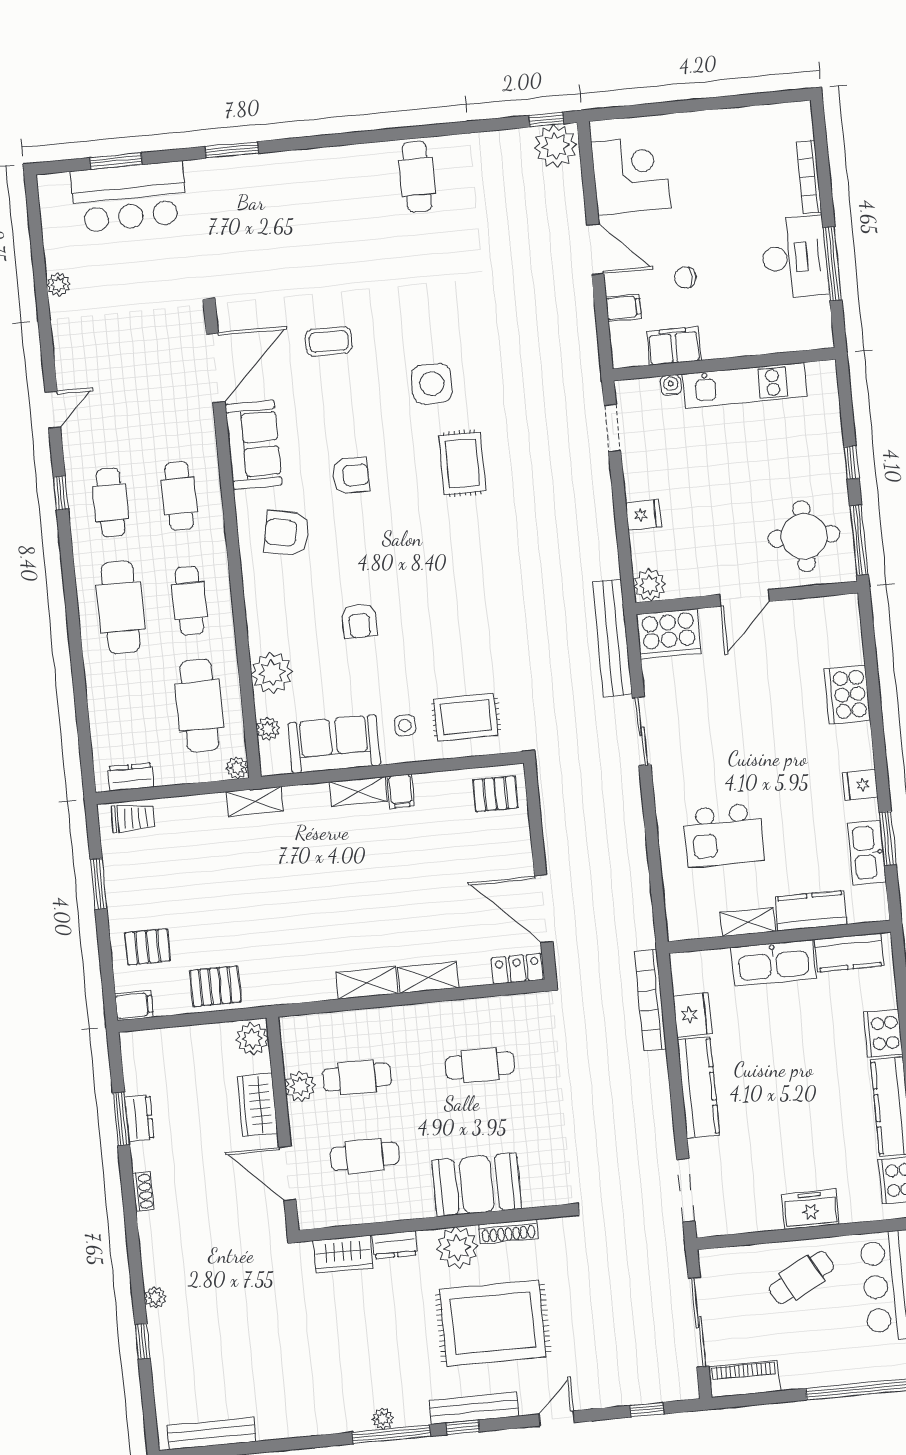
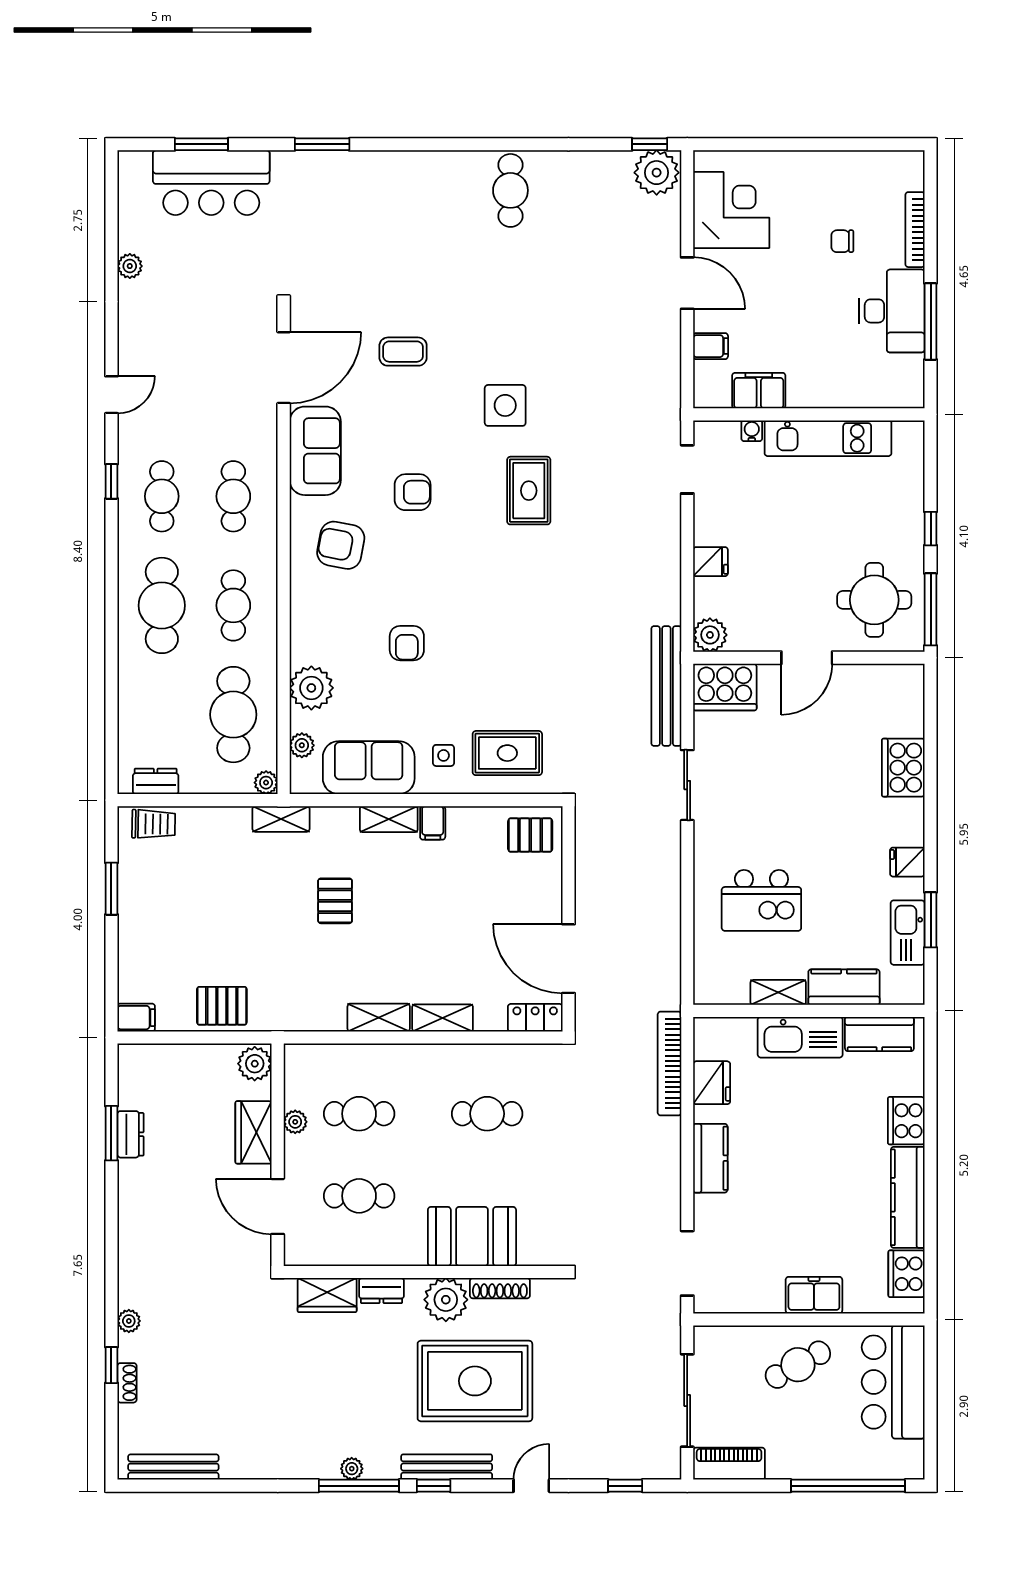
chair: (685, 277) -> (842, 241), moved
pallet: (147, 947) -> (335, 901), moved, turned 90
plant: (300, 1086) -> (295, 1122), width x0.73, depth x0.73
kitchen counter: (698, 1087) -> (710, 1158), width x0.67
shoe rack: (143, 1191) -> (127, 1383), moved

